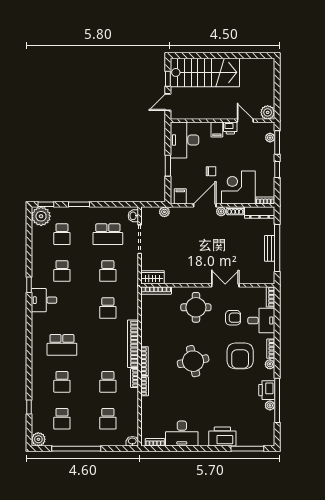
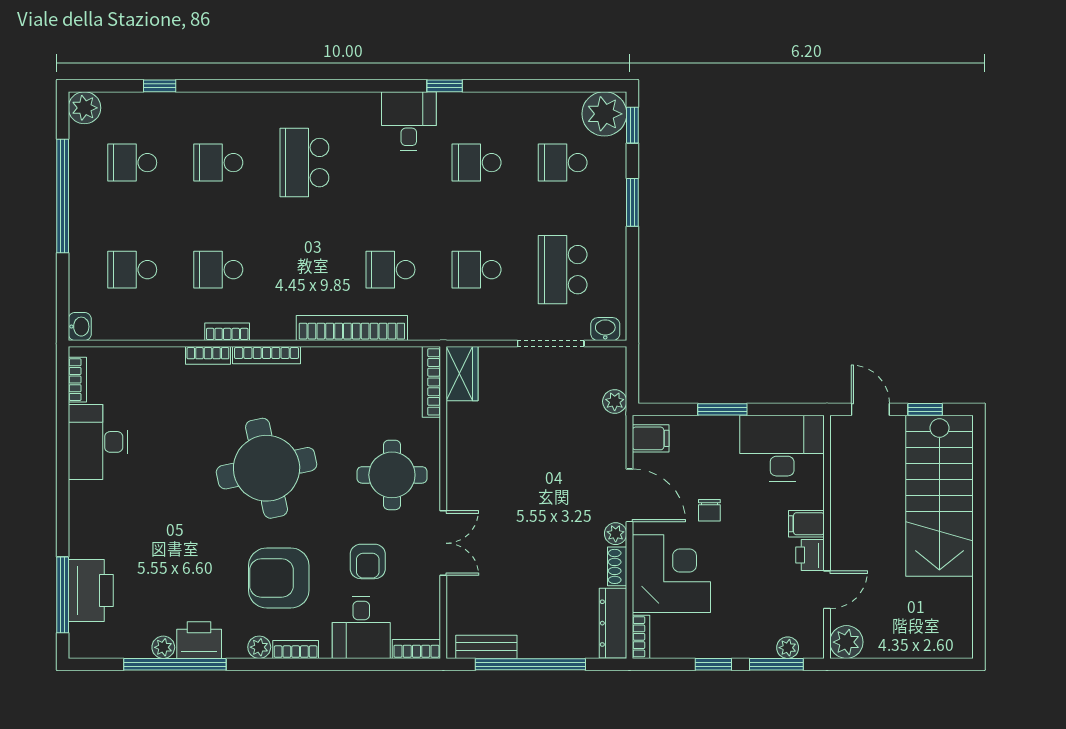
bench: (270, 248) -> (486, 647), moved
bookcase: (133, 344) -> (352, 328), moved
round table: (193, 361) -> (267, 468), width x1.36, depth x1.36
printer: (222, 437) -> (91, 591), moved

